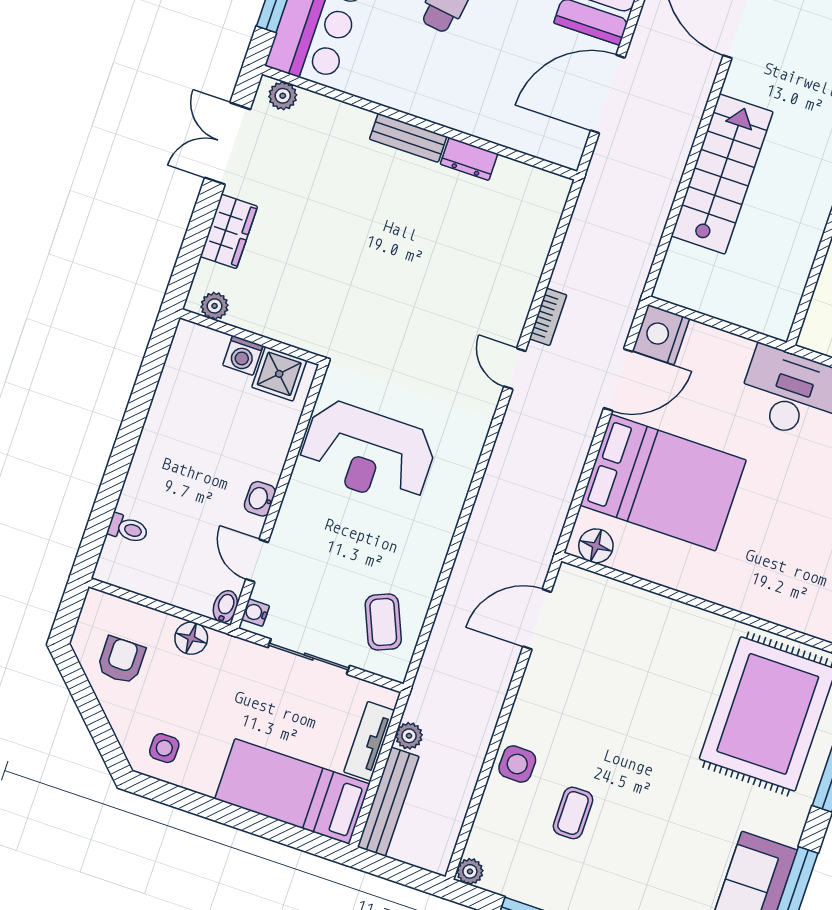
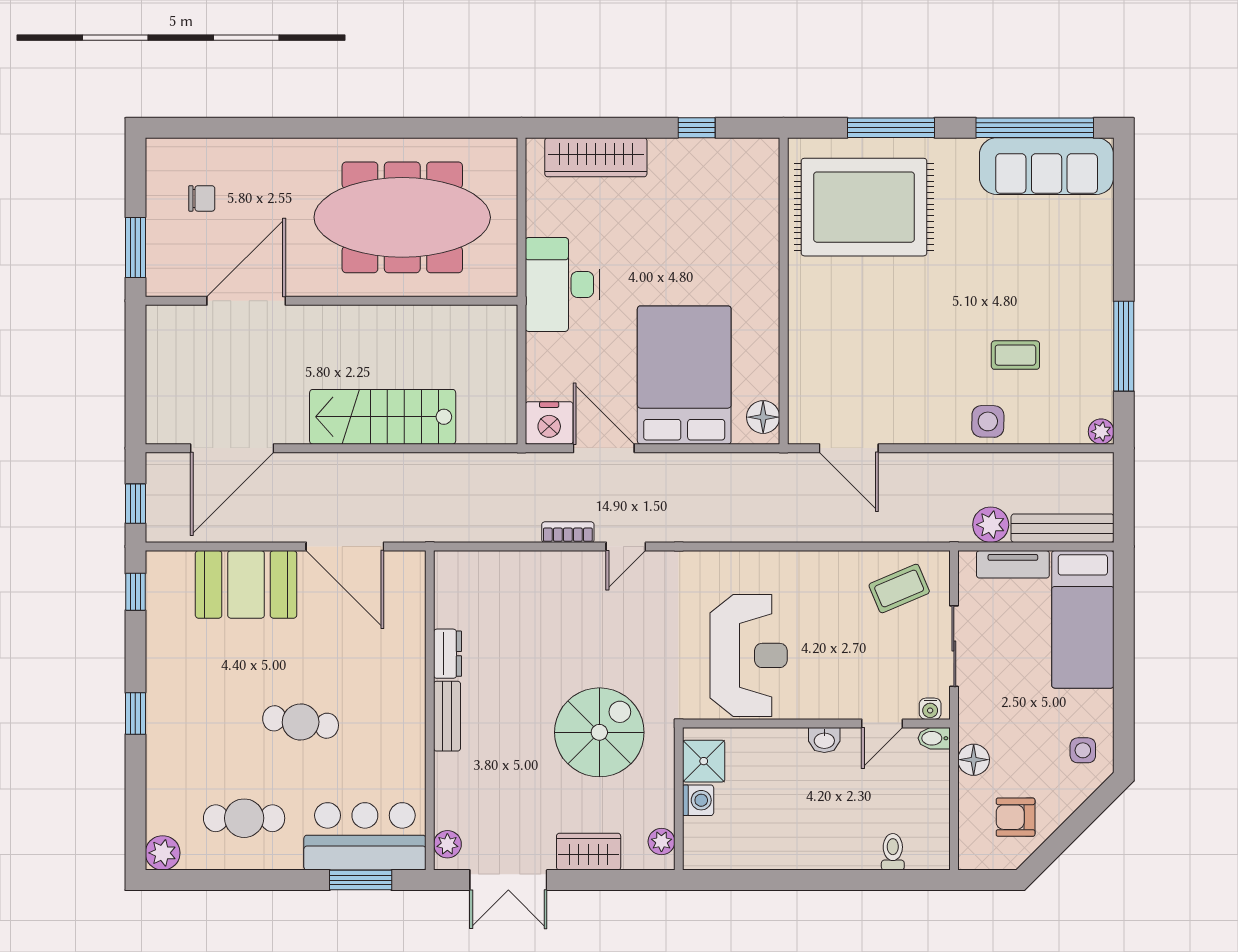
spiral stairs: (342, 281) -> (599, 732), added
plant: (409, 736) -> (991, 525), width x1.38, depth x1.38

